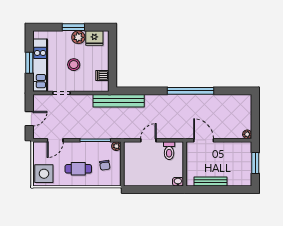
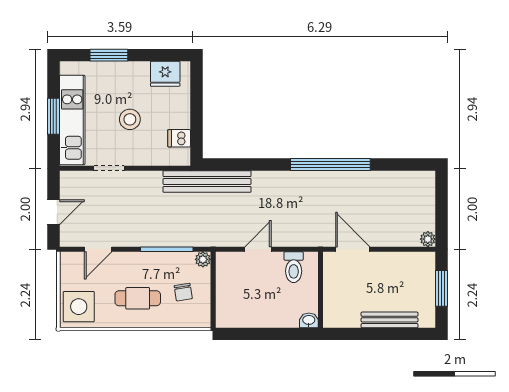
window: (73, 27) -> (109, 55), moved
plant: (78, 37) -> (138, 72), removed
bench: (210, 181) -> (389, 320), moved

